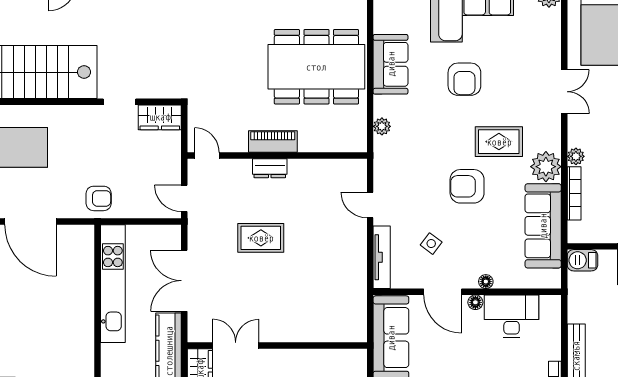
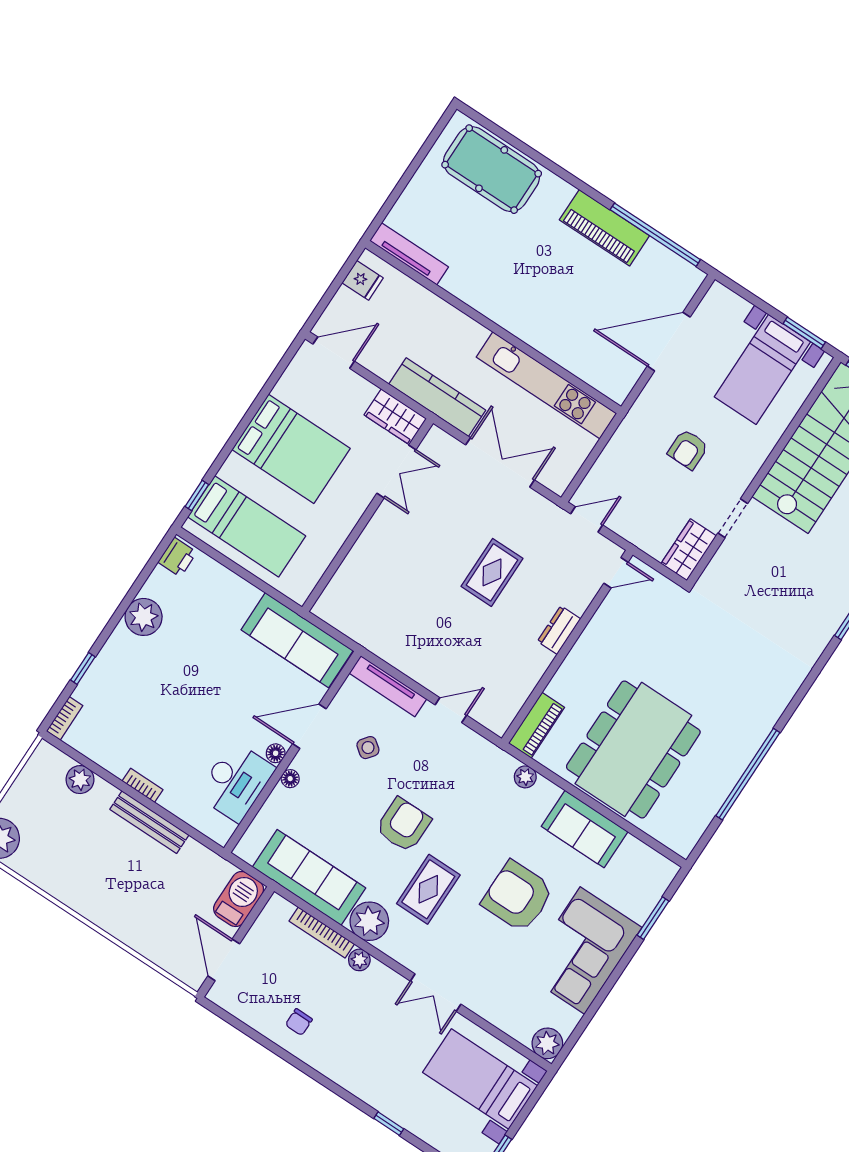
armchair: (464, 79) -> (518, 896), width x1.36, depth x1.36
piano: (273, 142) -> (536, 725), moved
armchair: (99, 198) -> (688, 449), moved
barbecue: (582, 260) -> (239, 899), width x1.38, depth x1.27

